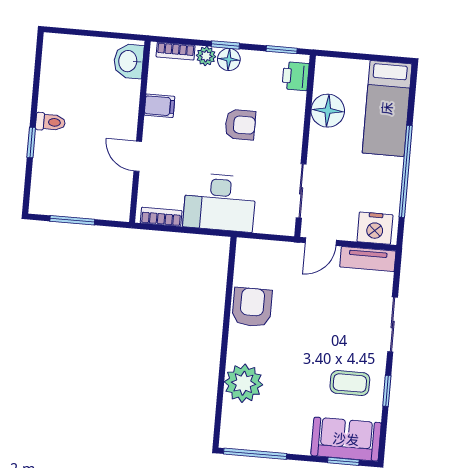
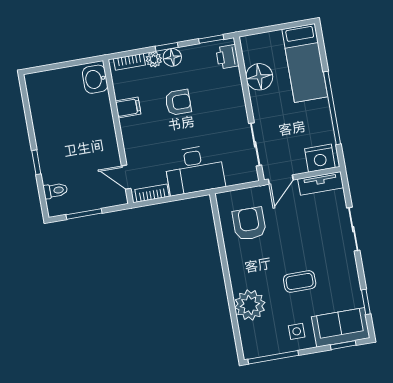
toilet: (50, 122) -> (55, 191), moved
armchair: (240, 125) -> (178, 102), moved
door: (138, 156) -> (126, 177), moved
armchair: (252, 307) -> (249, 224), moved
coffee table: (350, 383) -> (300, 281), moved
window: (387, 391) -> (366, 302), moved
side table: (292, 430) -> (297, 331), added

